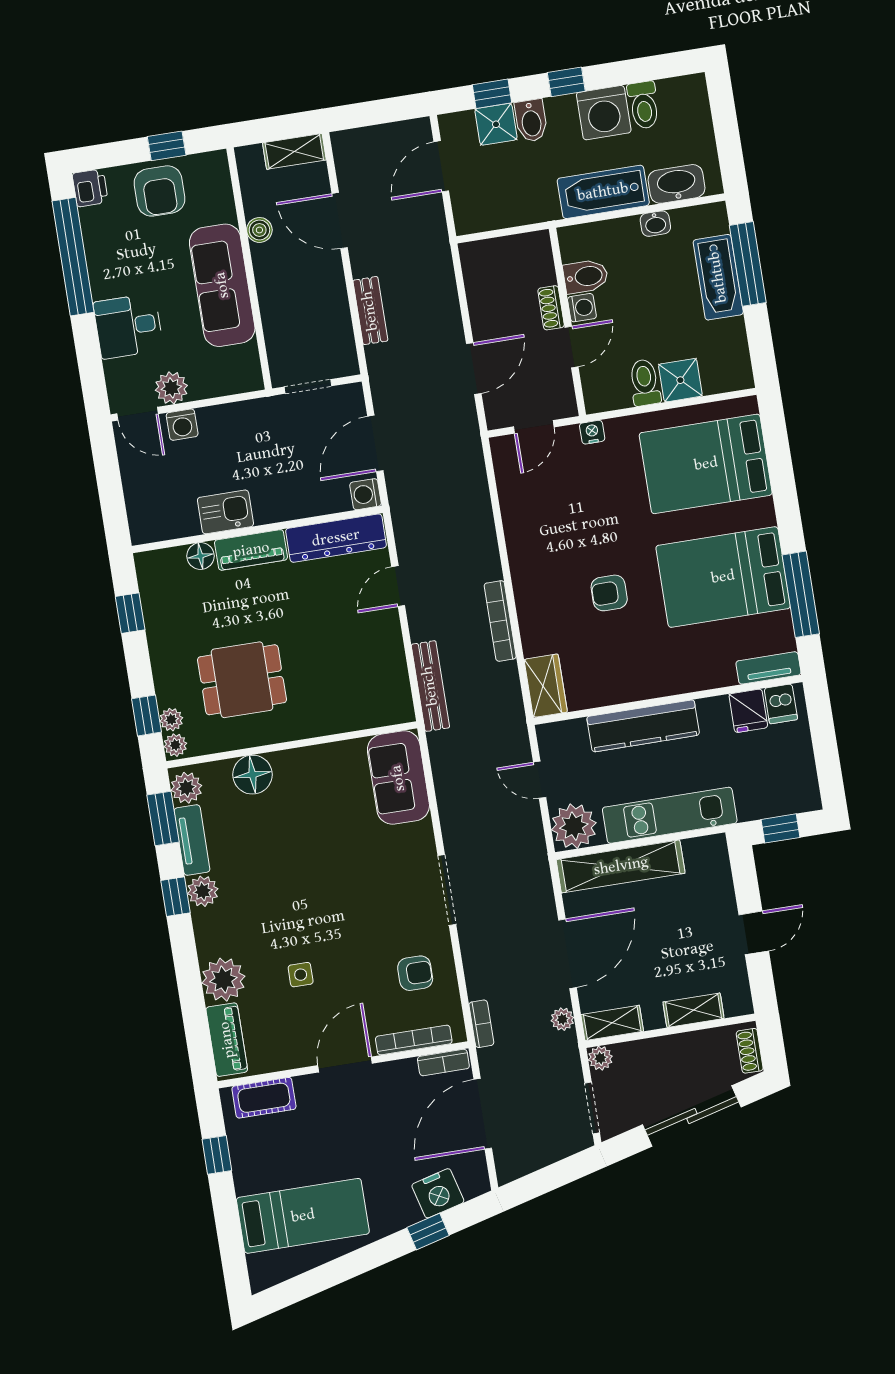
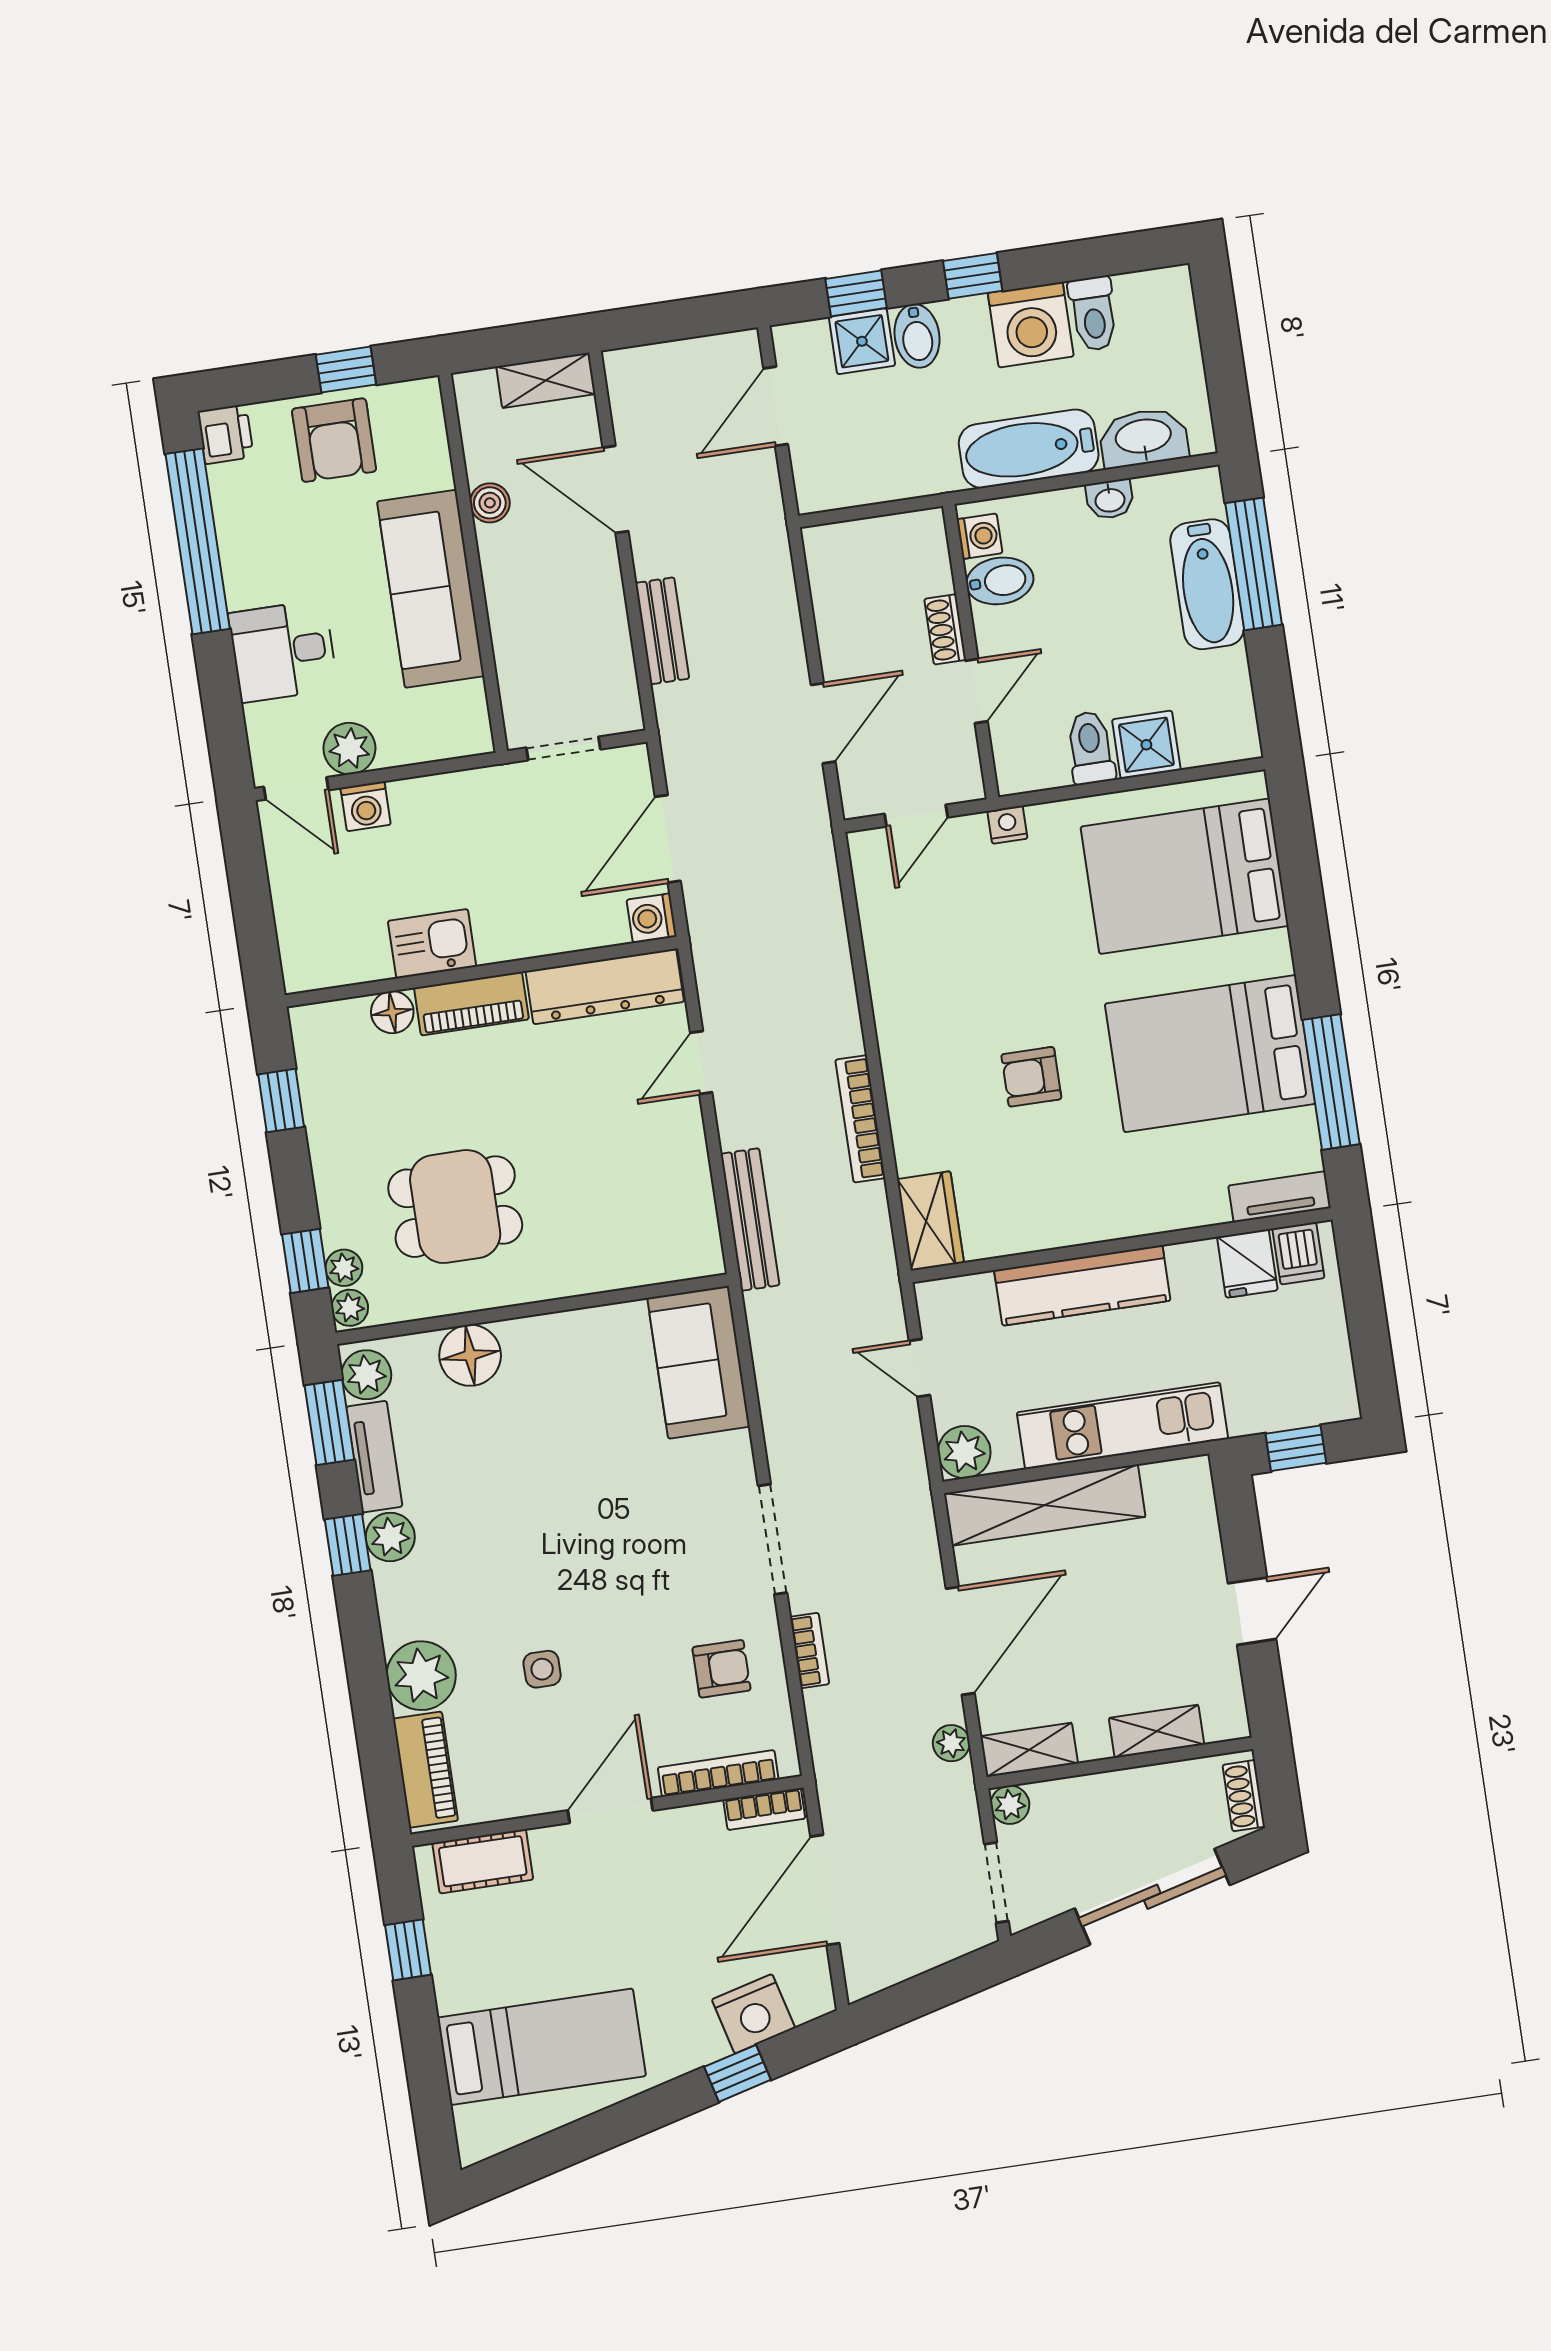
washing machine: (582, 308) -> (979, 536), moved
plant: (574, 826) -> (964, 1452), width x0.73, depth x0.73
bookcase: (481, 1024) -> (809, 1651), moved

